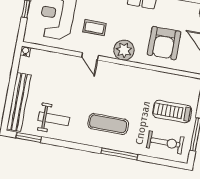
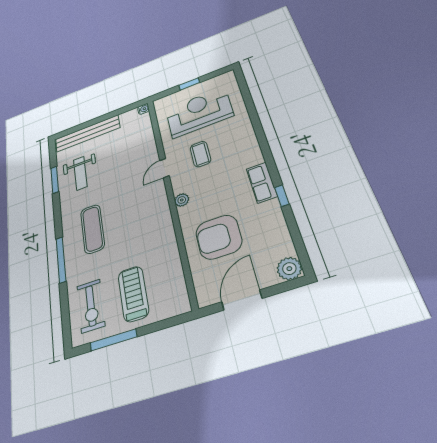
plant: (124, 50) -> (182, 200), width x0.53, depth x0.53
window: (29, 137) -> (55, 180), moved

